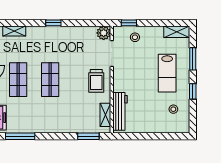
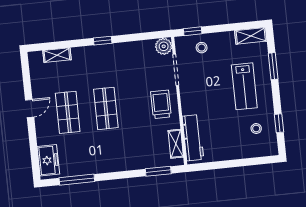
trolley: (96, 81) -> (161, 104), turned 180
window: (193, 91) -> (279, 123), moved

